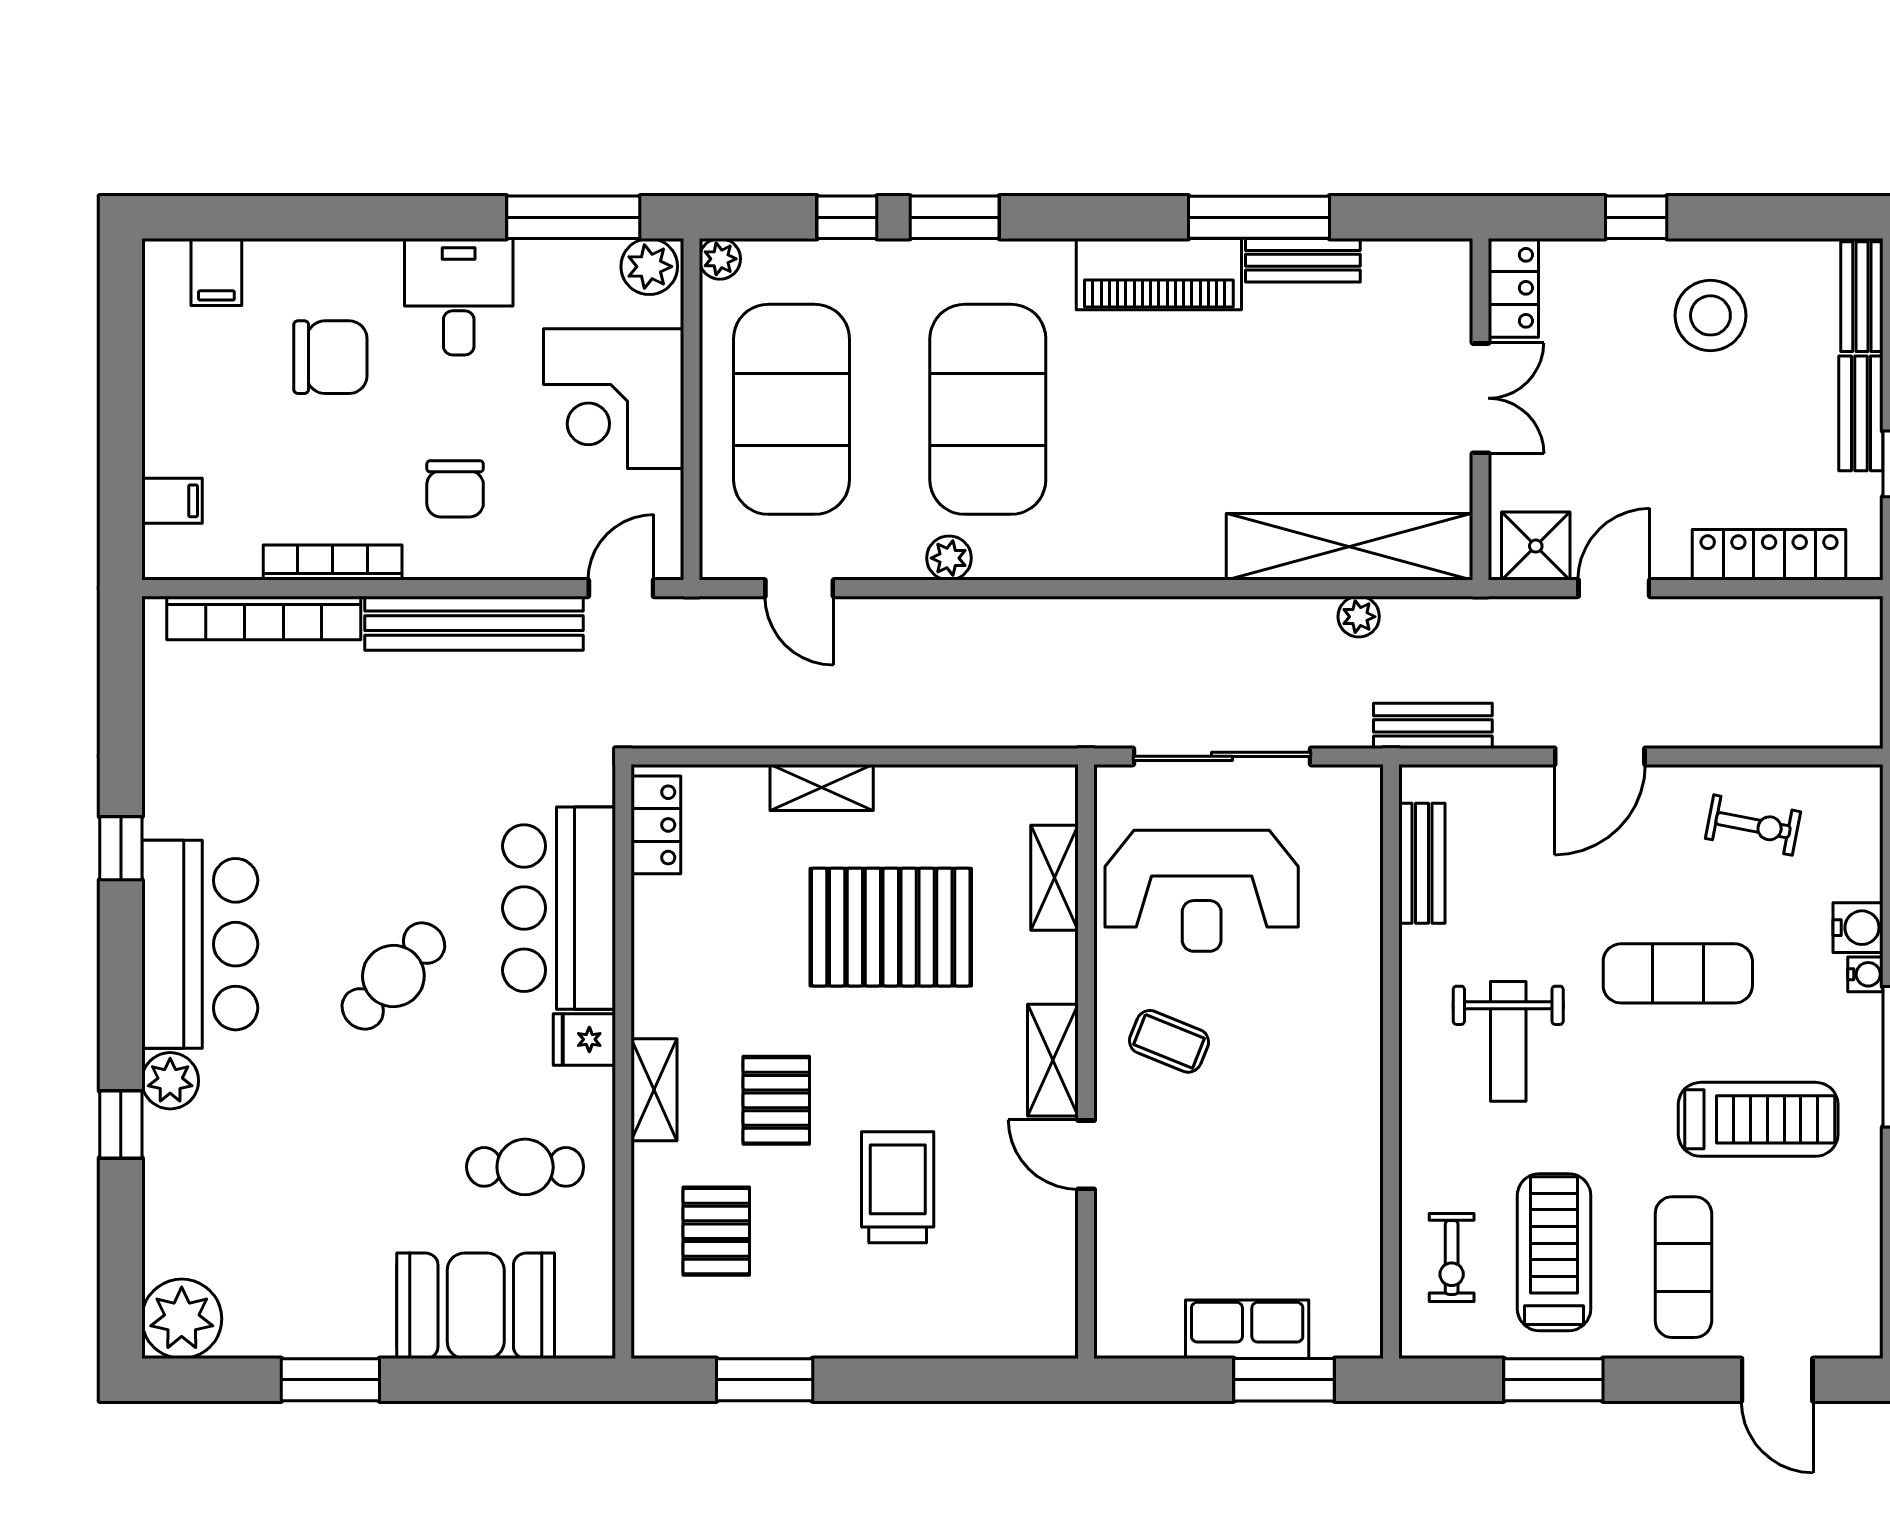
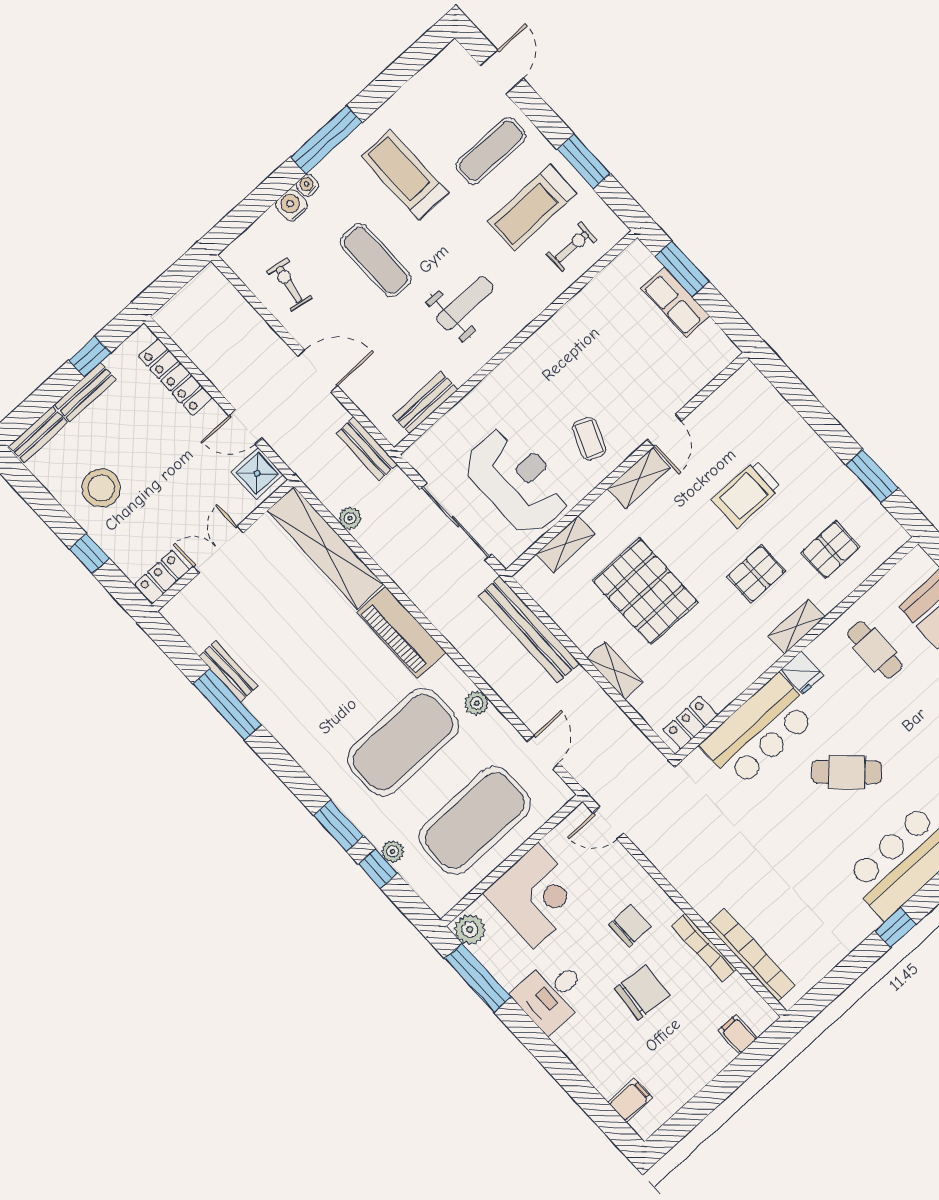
plant: (720, 259) -> (393, 851), moved
piano: (1159, 274) -> (401, 632), moved, turned 180
chair: (330, 357) -> (642, 992), moved, turned 95
bench: (474, 623) -> (529, 629), moved

